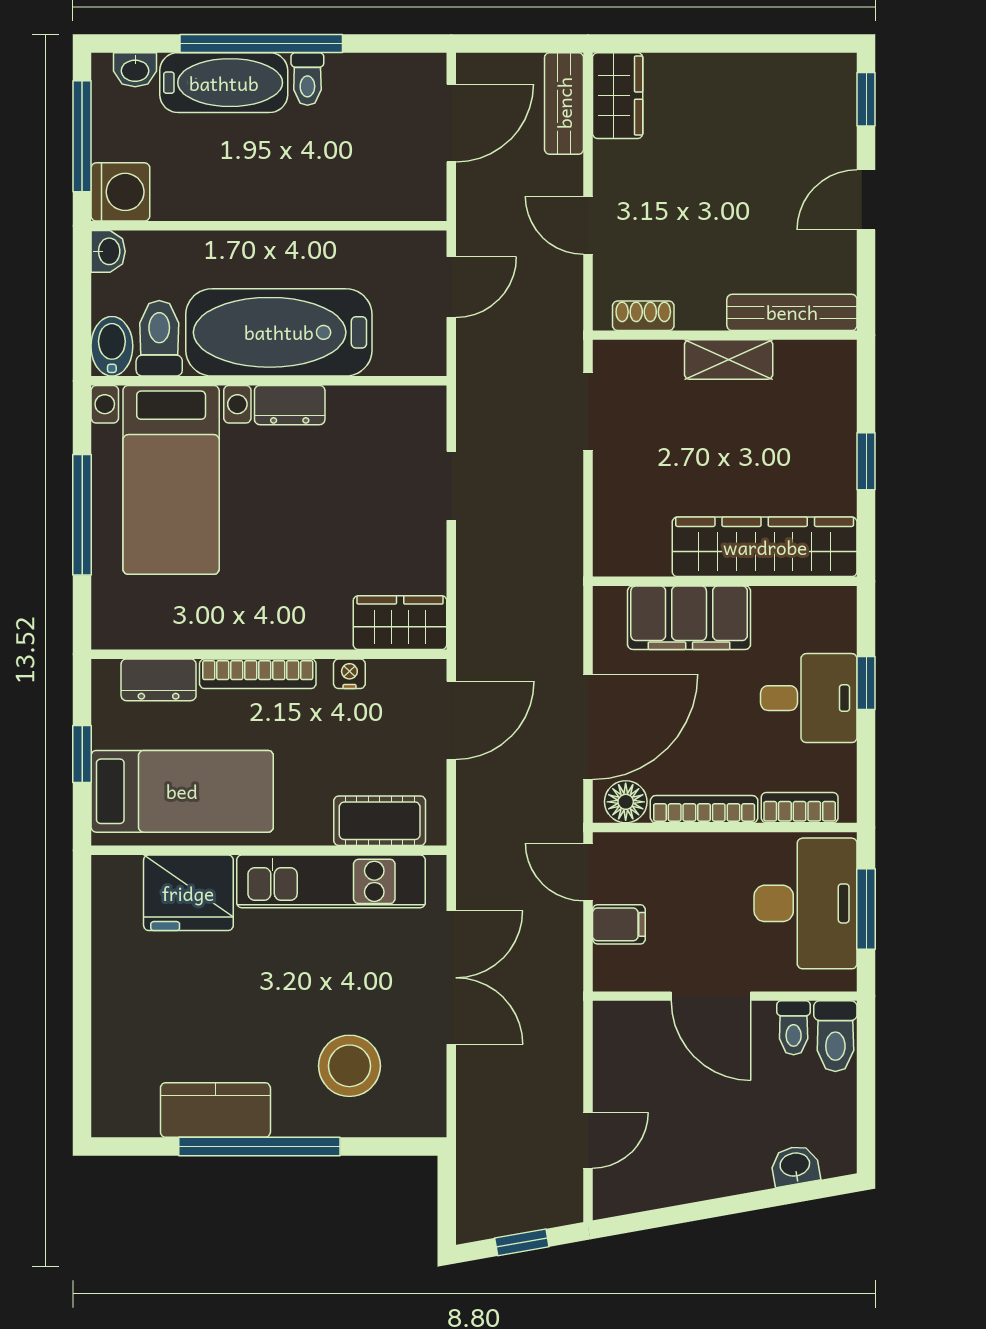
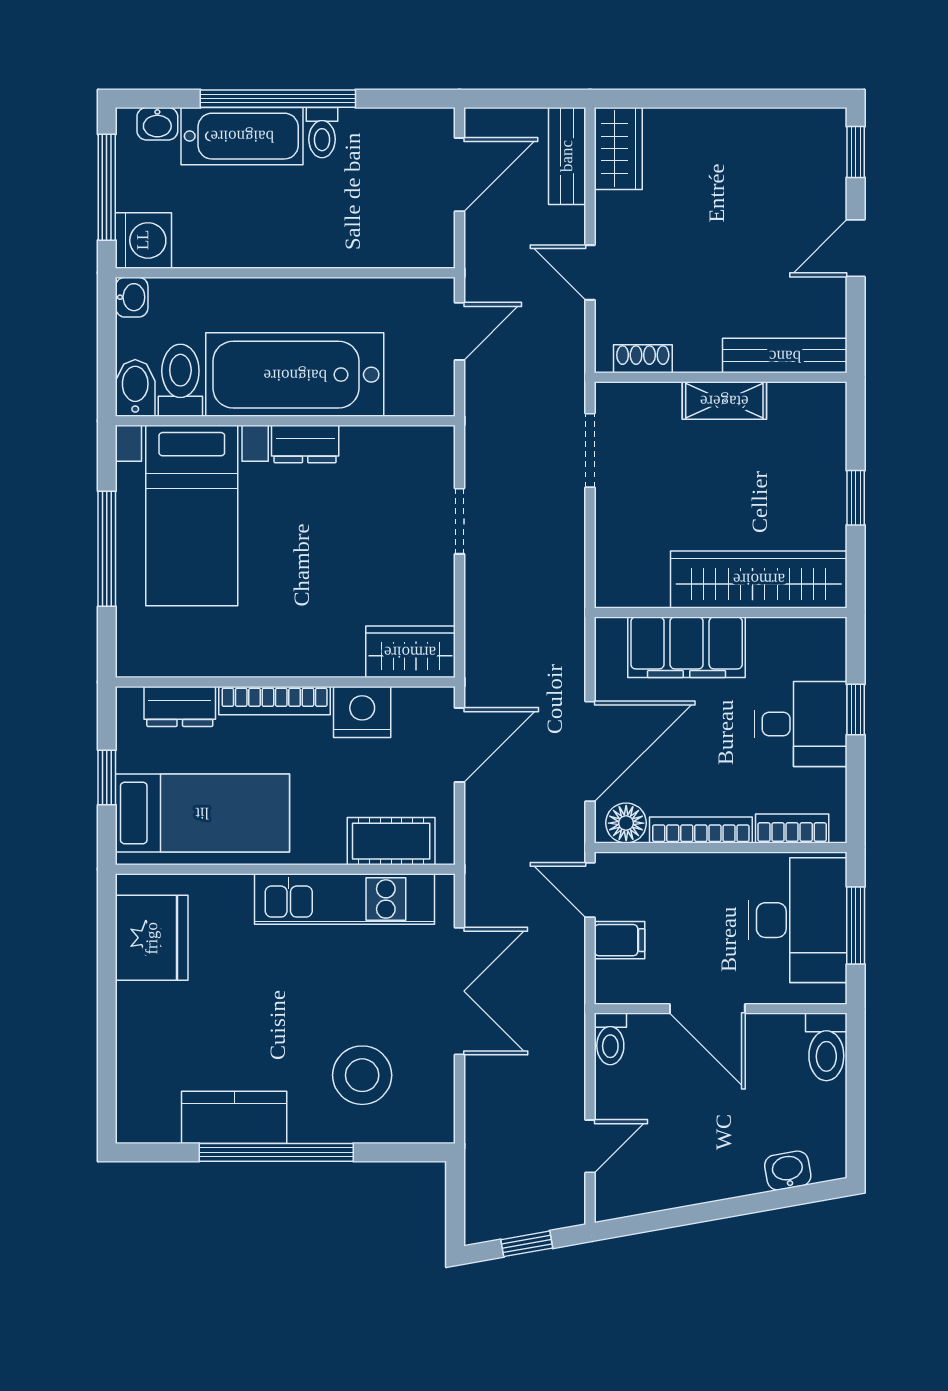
nightstand: (349, 674) -> (362, 712), width x1.89, depth x1.79
fridge: (188, 893) -> (152, 938), moved, turned -90
toilet: (794, 1028) -> (610, 1039), moved

